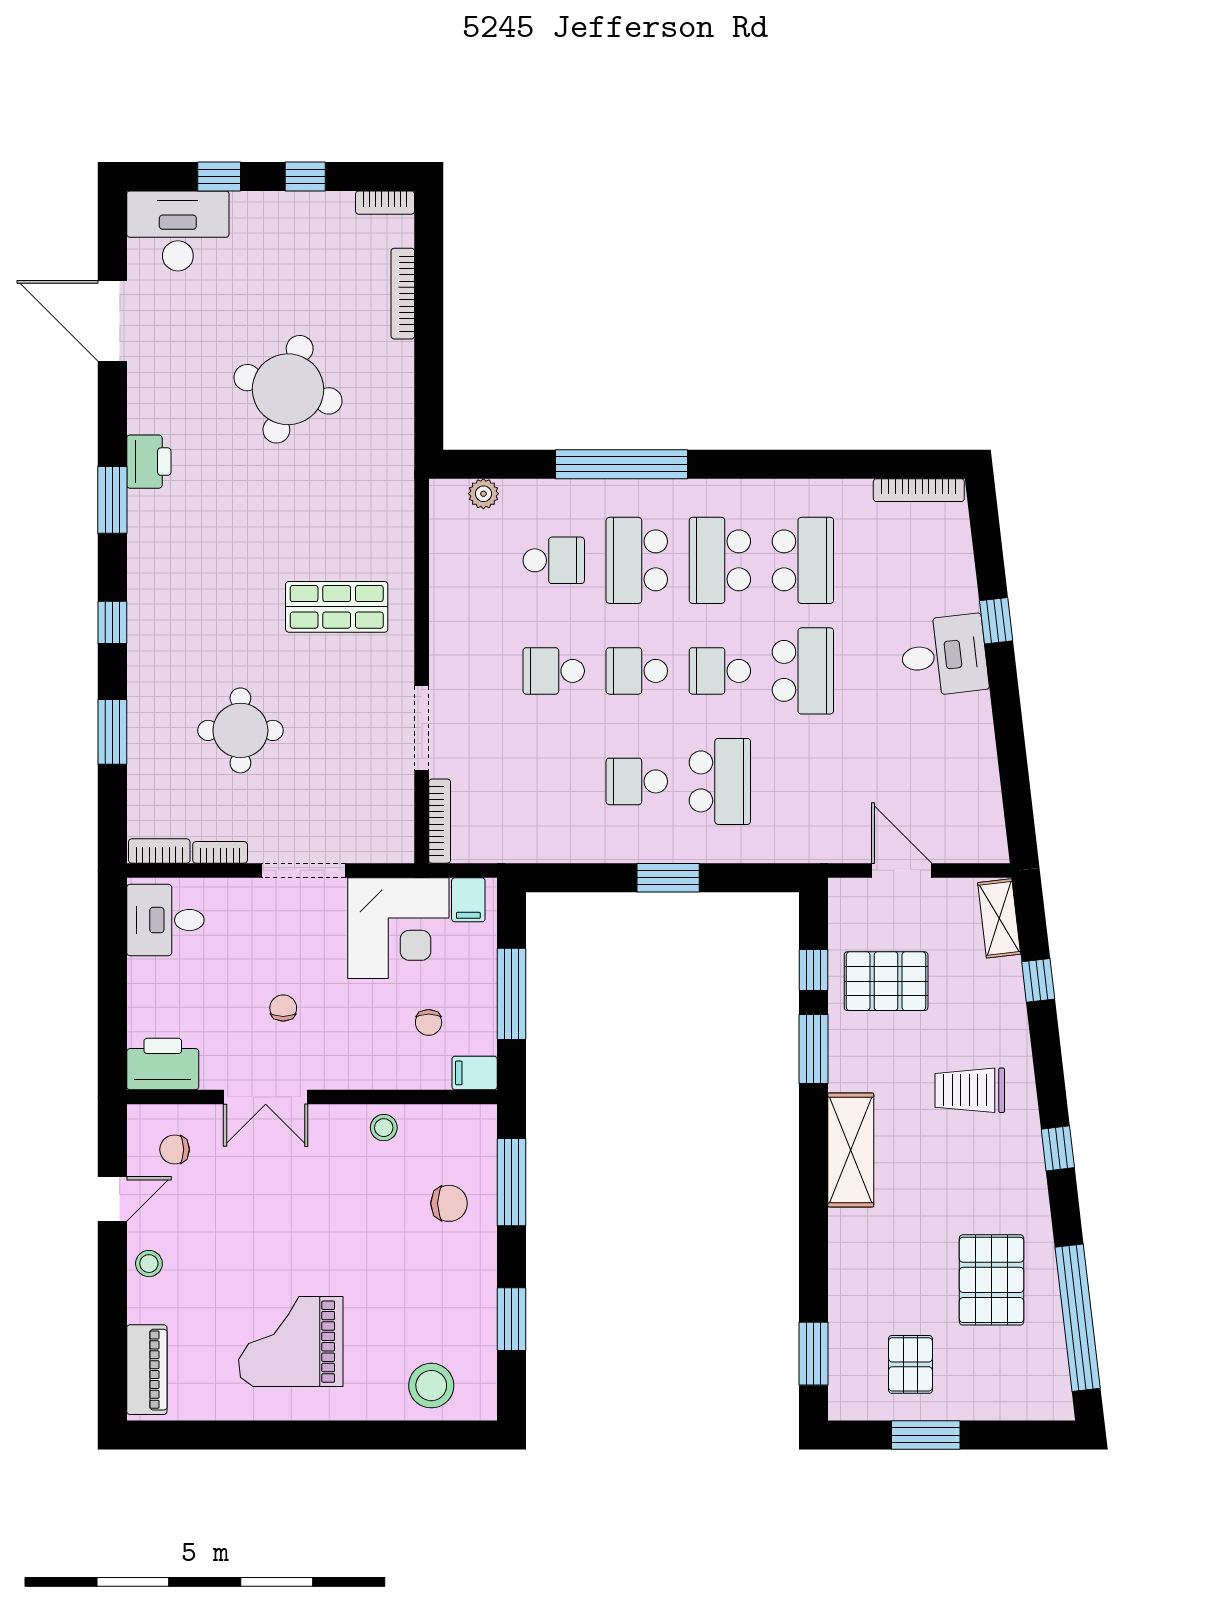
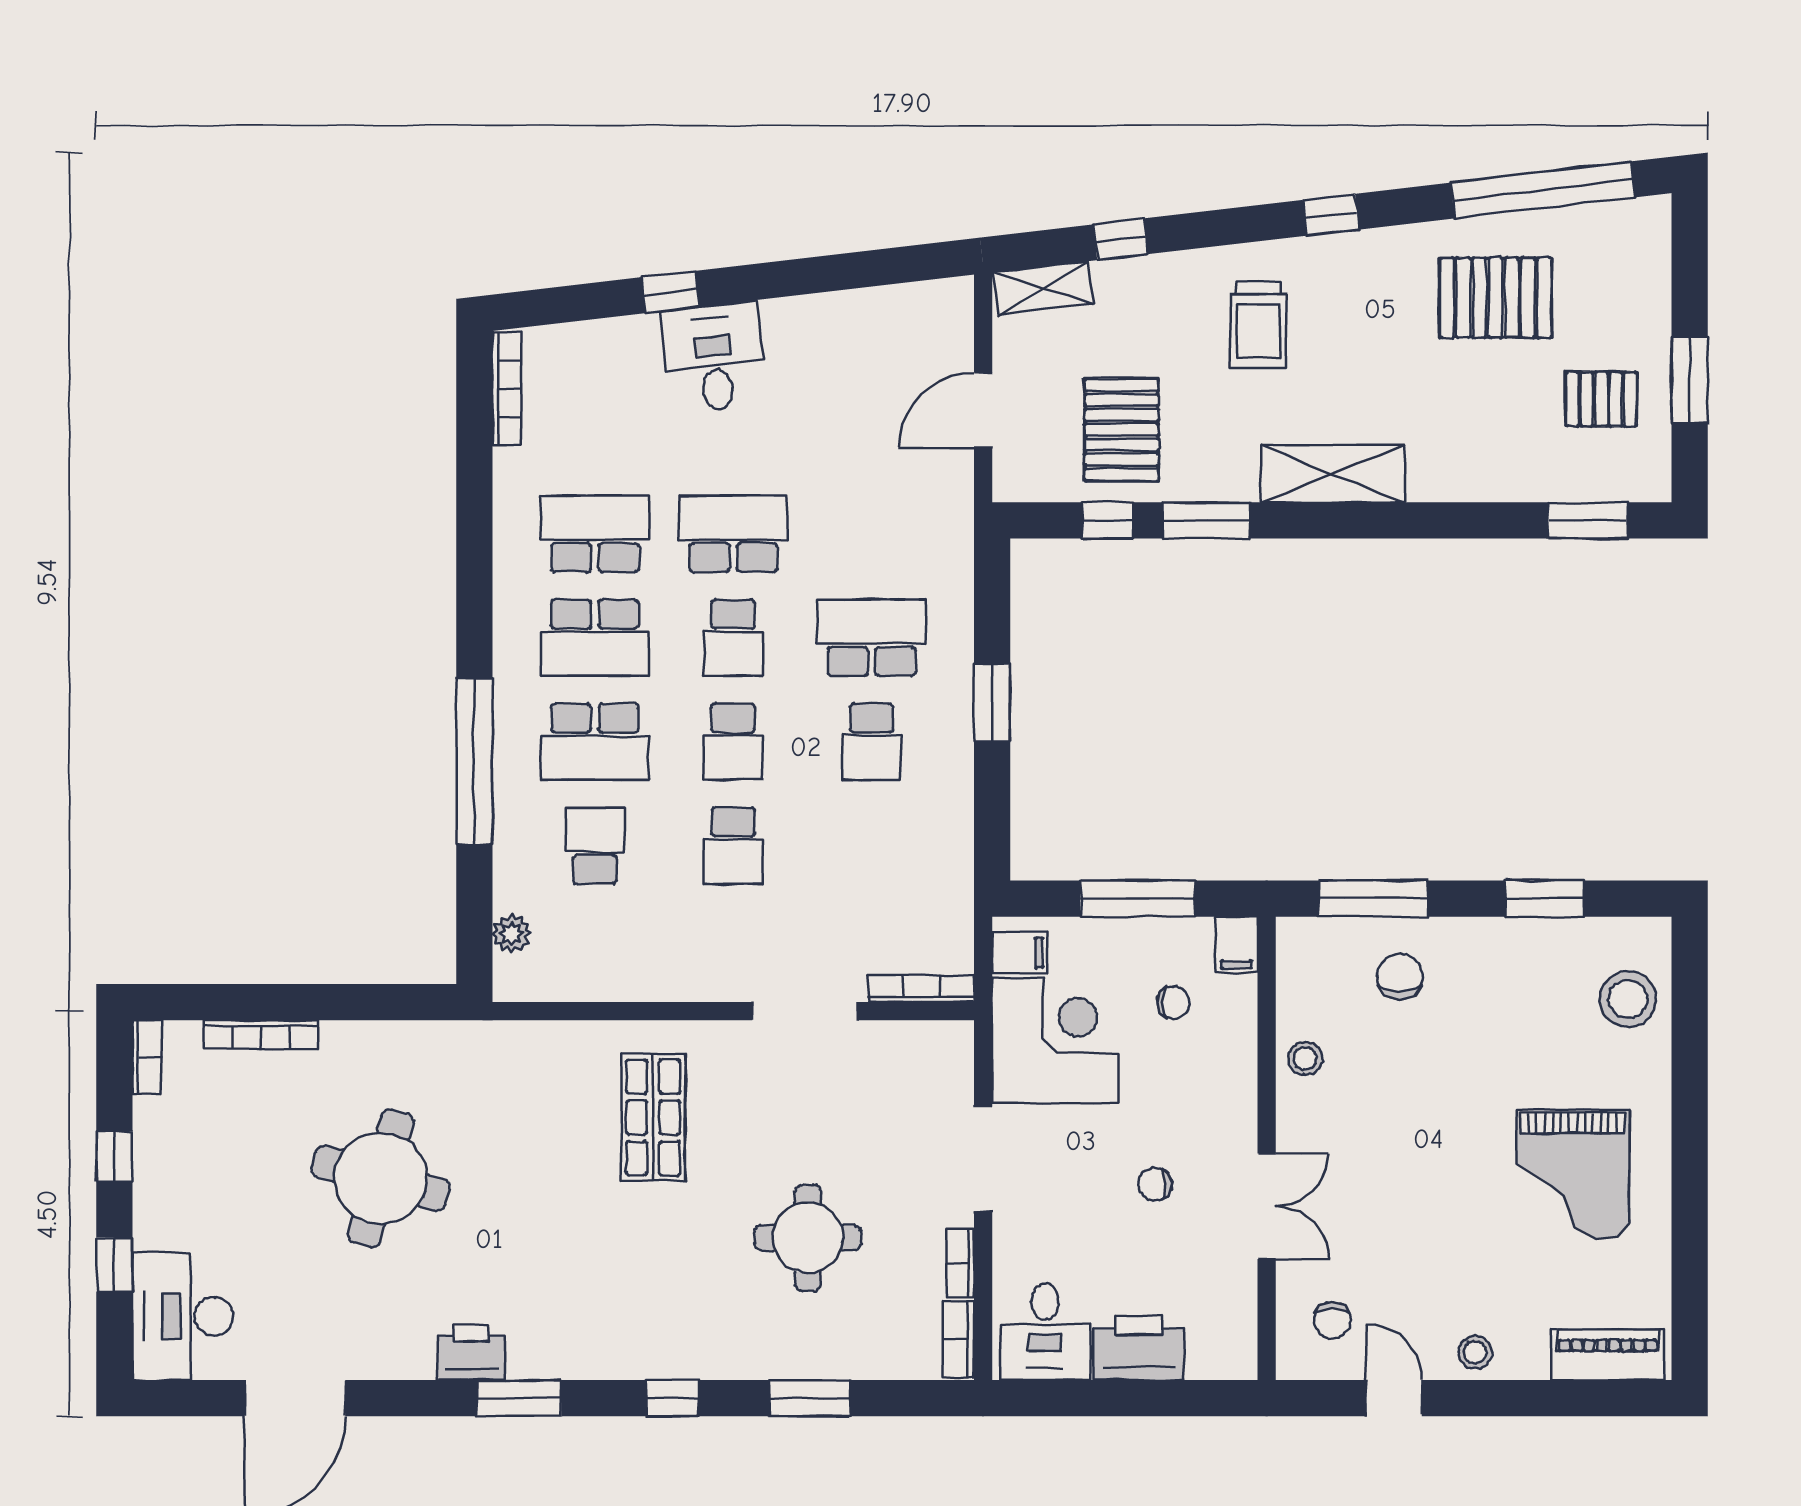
printer: (163, 1064) -> (1139, 1348), moved, turned 90

